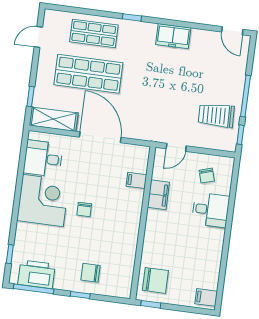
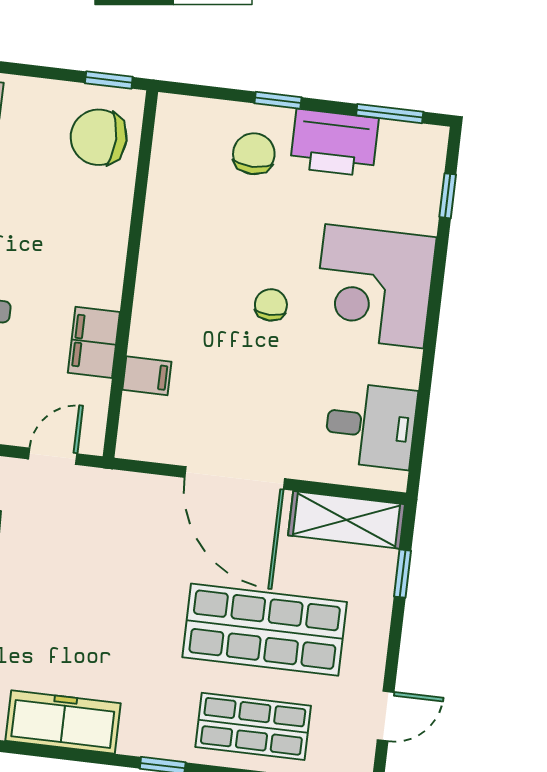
freezer: (173, 36) -> (63, 722), width x1.40
corner desk: (43, 200) -> (374, 286), moved
chair: (91, 273) -> (254, 154), turned -90
printer: (37, 274) -> (334, 143), moved
window: (34, 289) -> (390, 114), width x0.69

